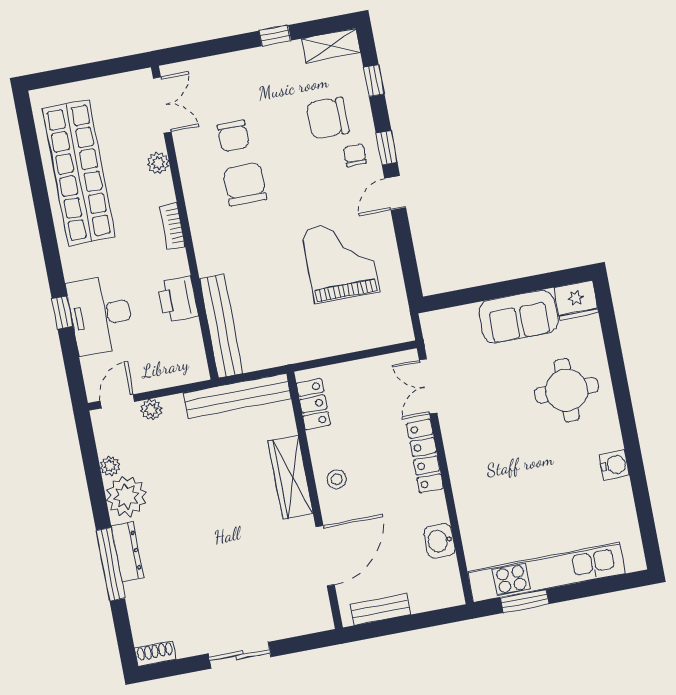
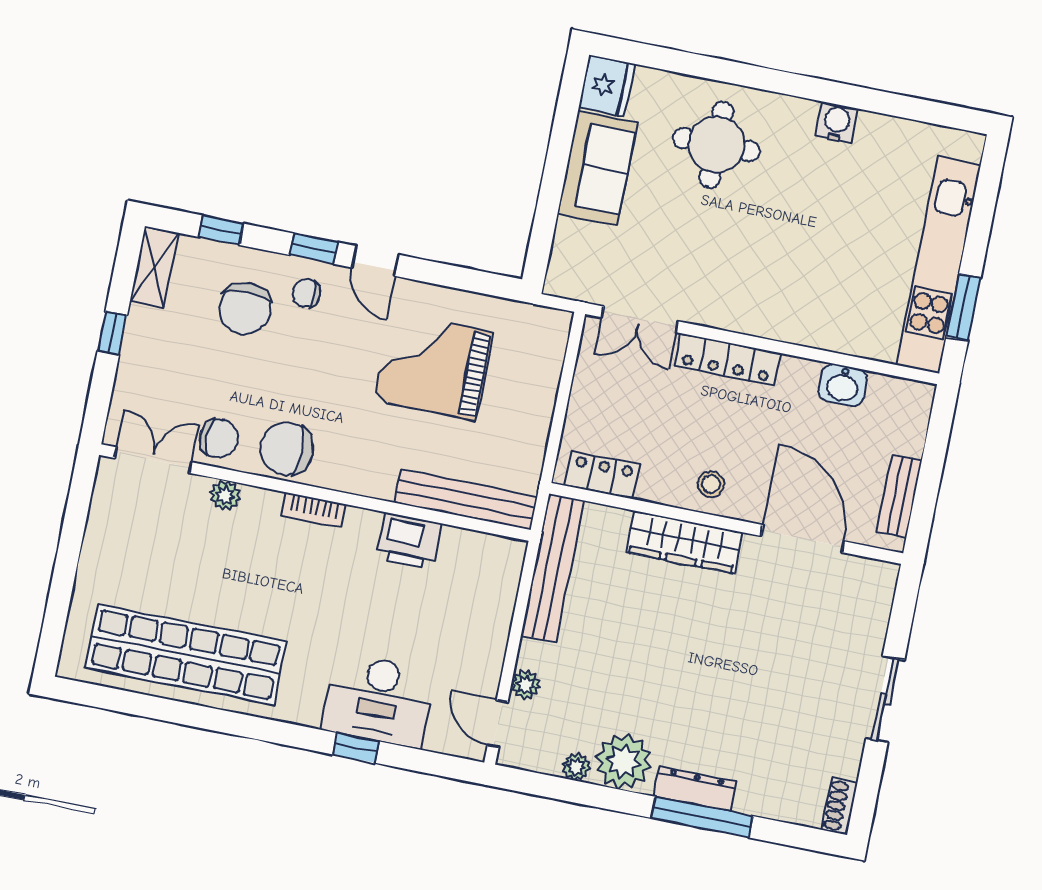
double door: (162, 105) -> (153, 460), moved
plant: (158, 163) -> (225, 496), moved
wall: (185, 223) -> (315, 492), moved
bookcase: (172, 227) -> (314, 510), moved
printer: (178, 299) -> (409, 541), moved
bench: (221, 326) -> (466, 500), moved

